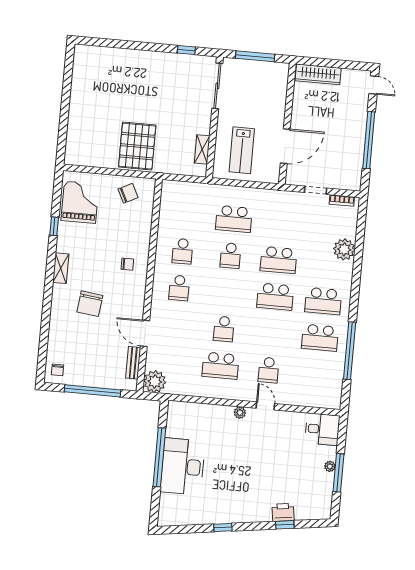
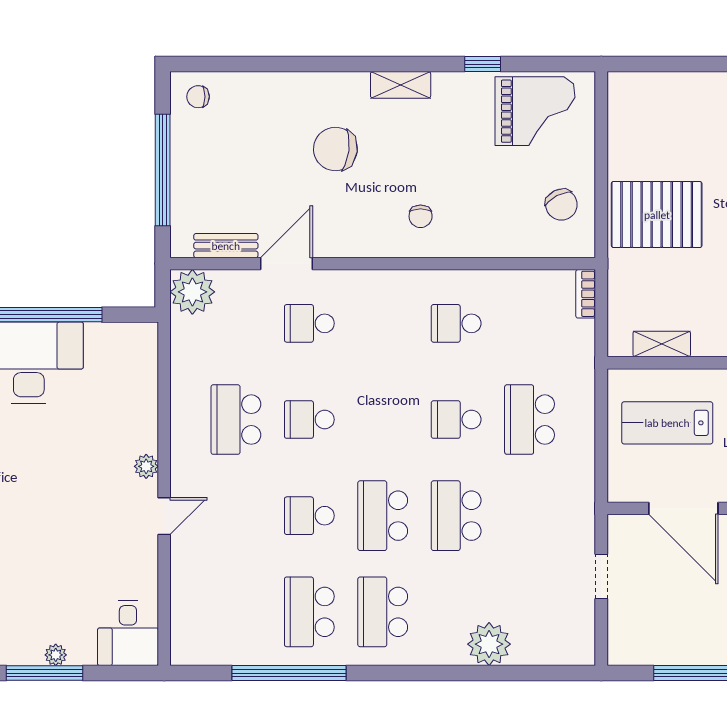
bookcase: (342, 200) -> (586, 294), moved
school desk: (179, 288) -> (309, 323), moved
school desk: (269, 370) -> (309, 516), moved

